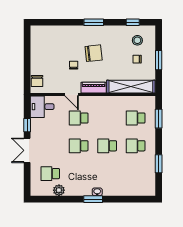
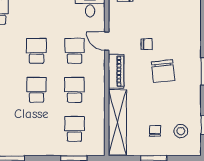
door: (72, 94) -> (107, 41), hinge flipped
school desk: (136, 146) -> (74, 90), moved

